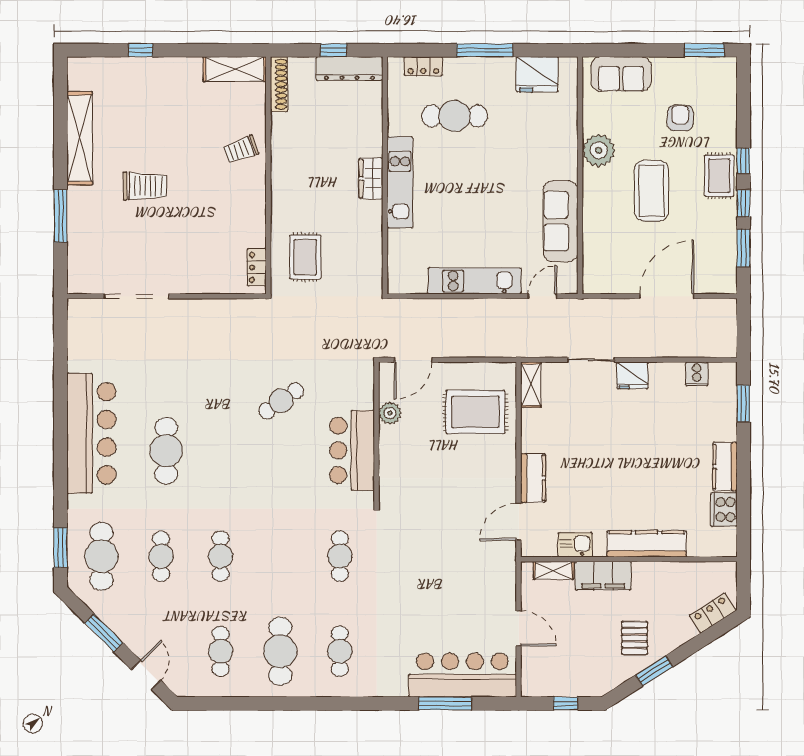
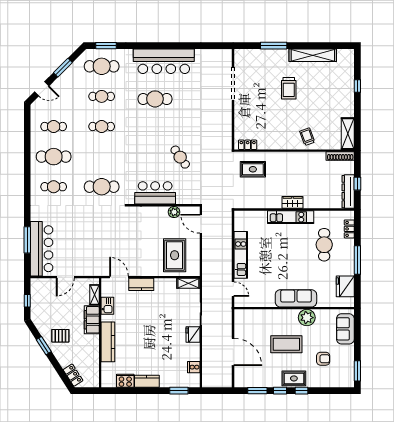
sofa: (561, 221) -> (296, 298), moved
cafe table: (340, 556) -> (102, 187), width x1.37, depth x1.35

